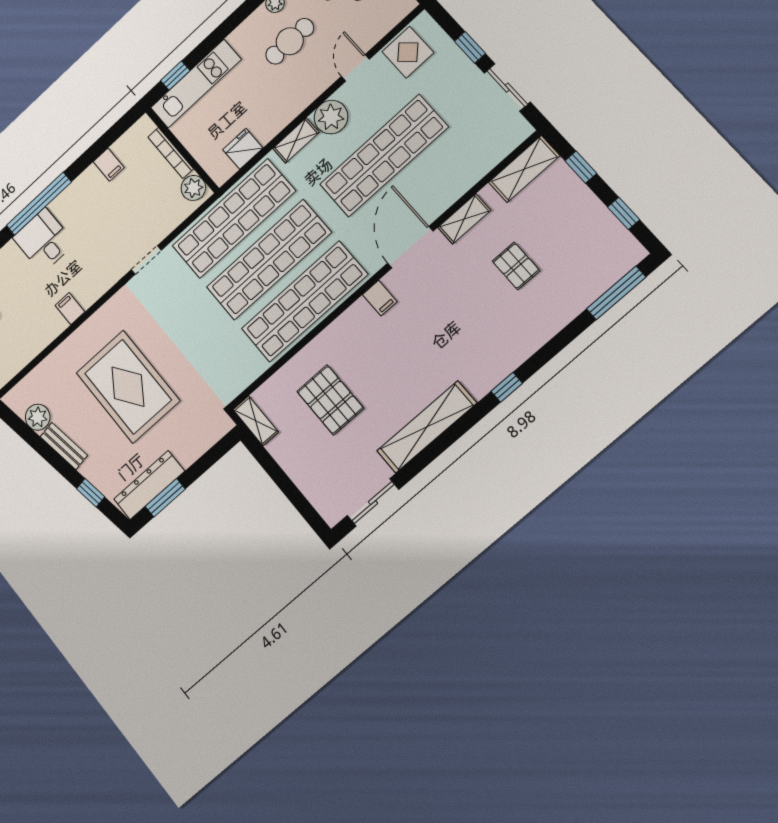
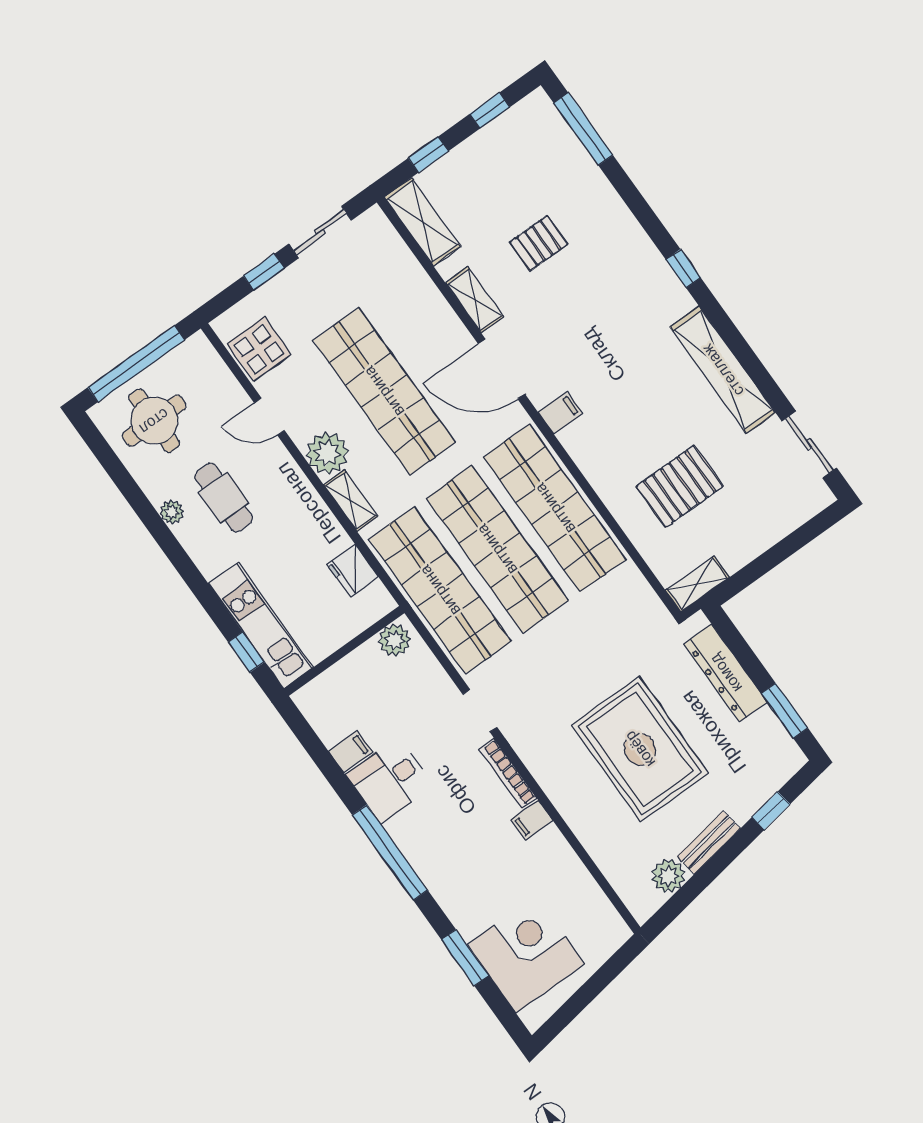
bookcase: (171, 153) -> (508, 774), moved, turned 90
desk: (44, 241) -> (390, 780), moved
rug: (128, 387) -> (640, 749), turned 90
dresser: (149, 485) -> (726, 673), moved

